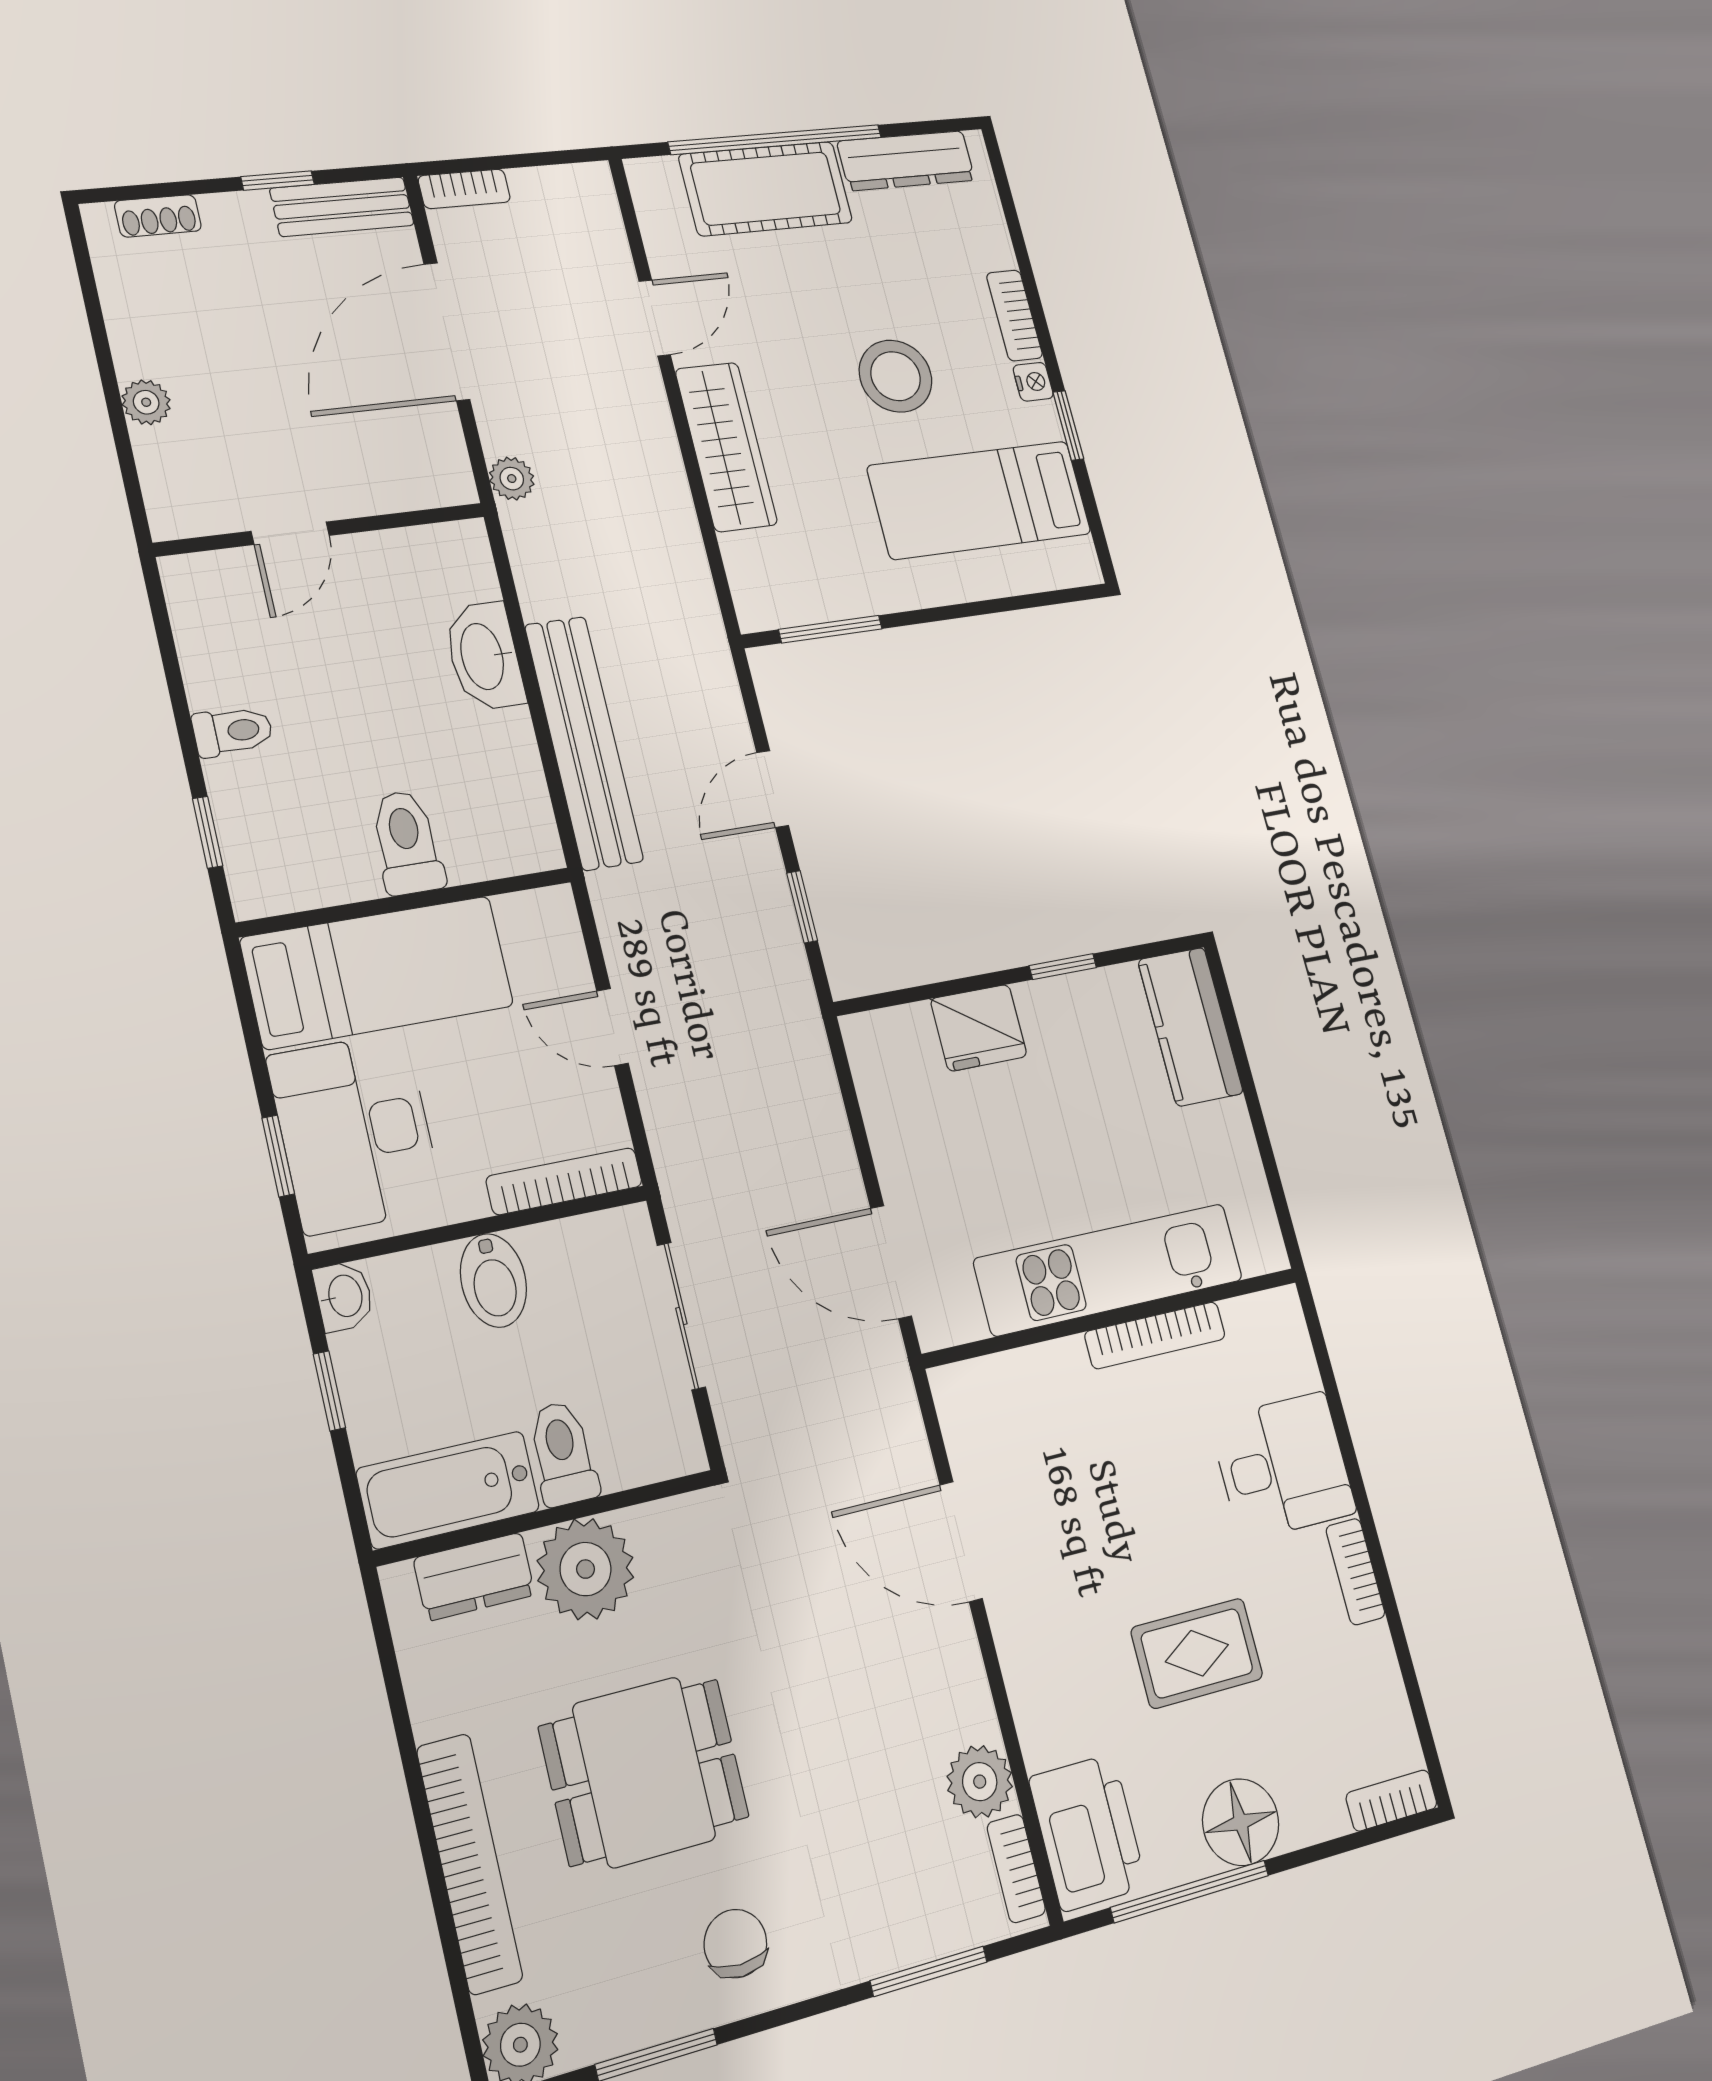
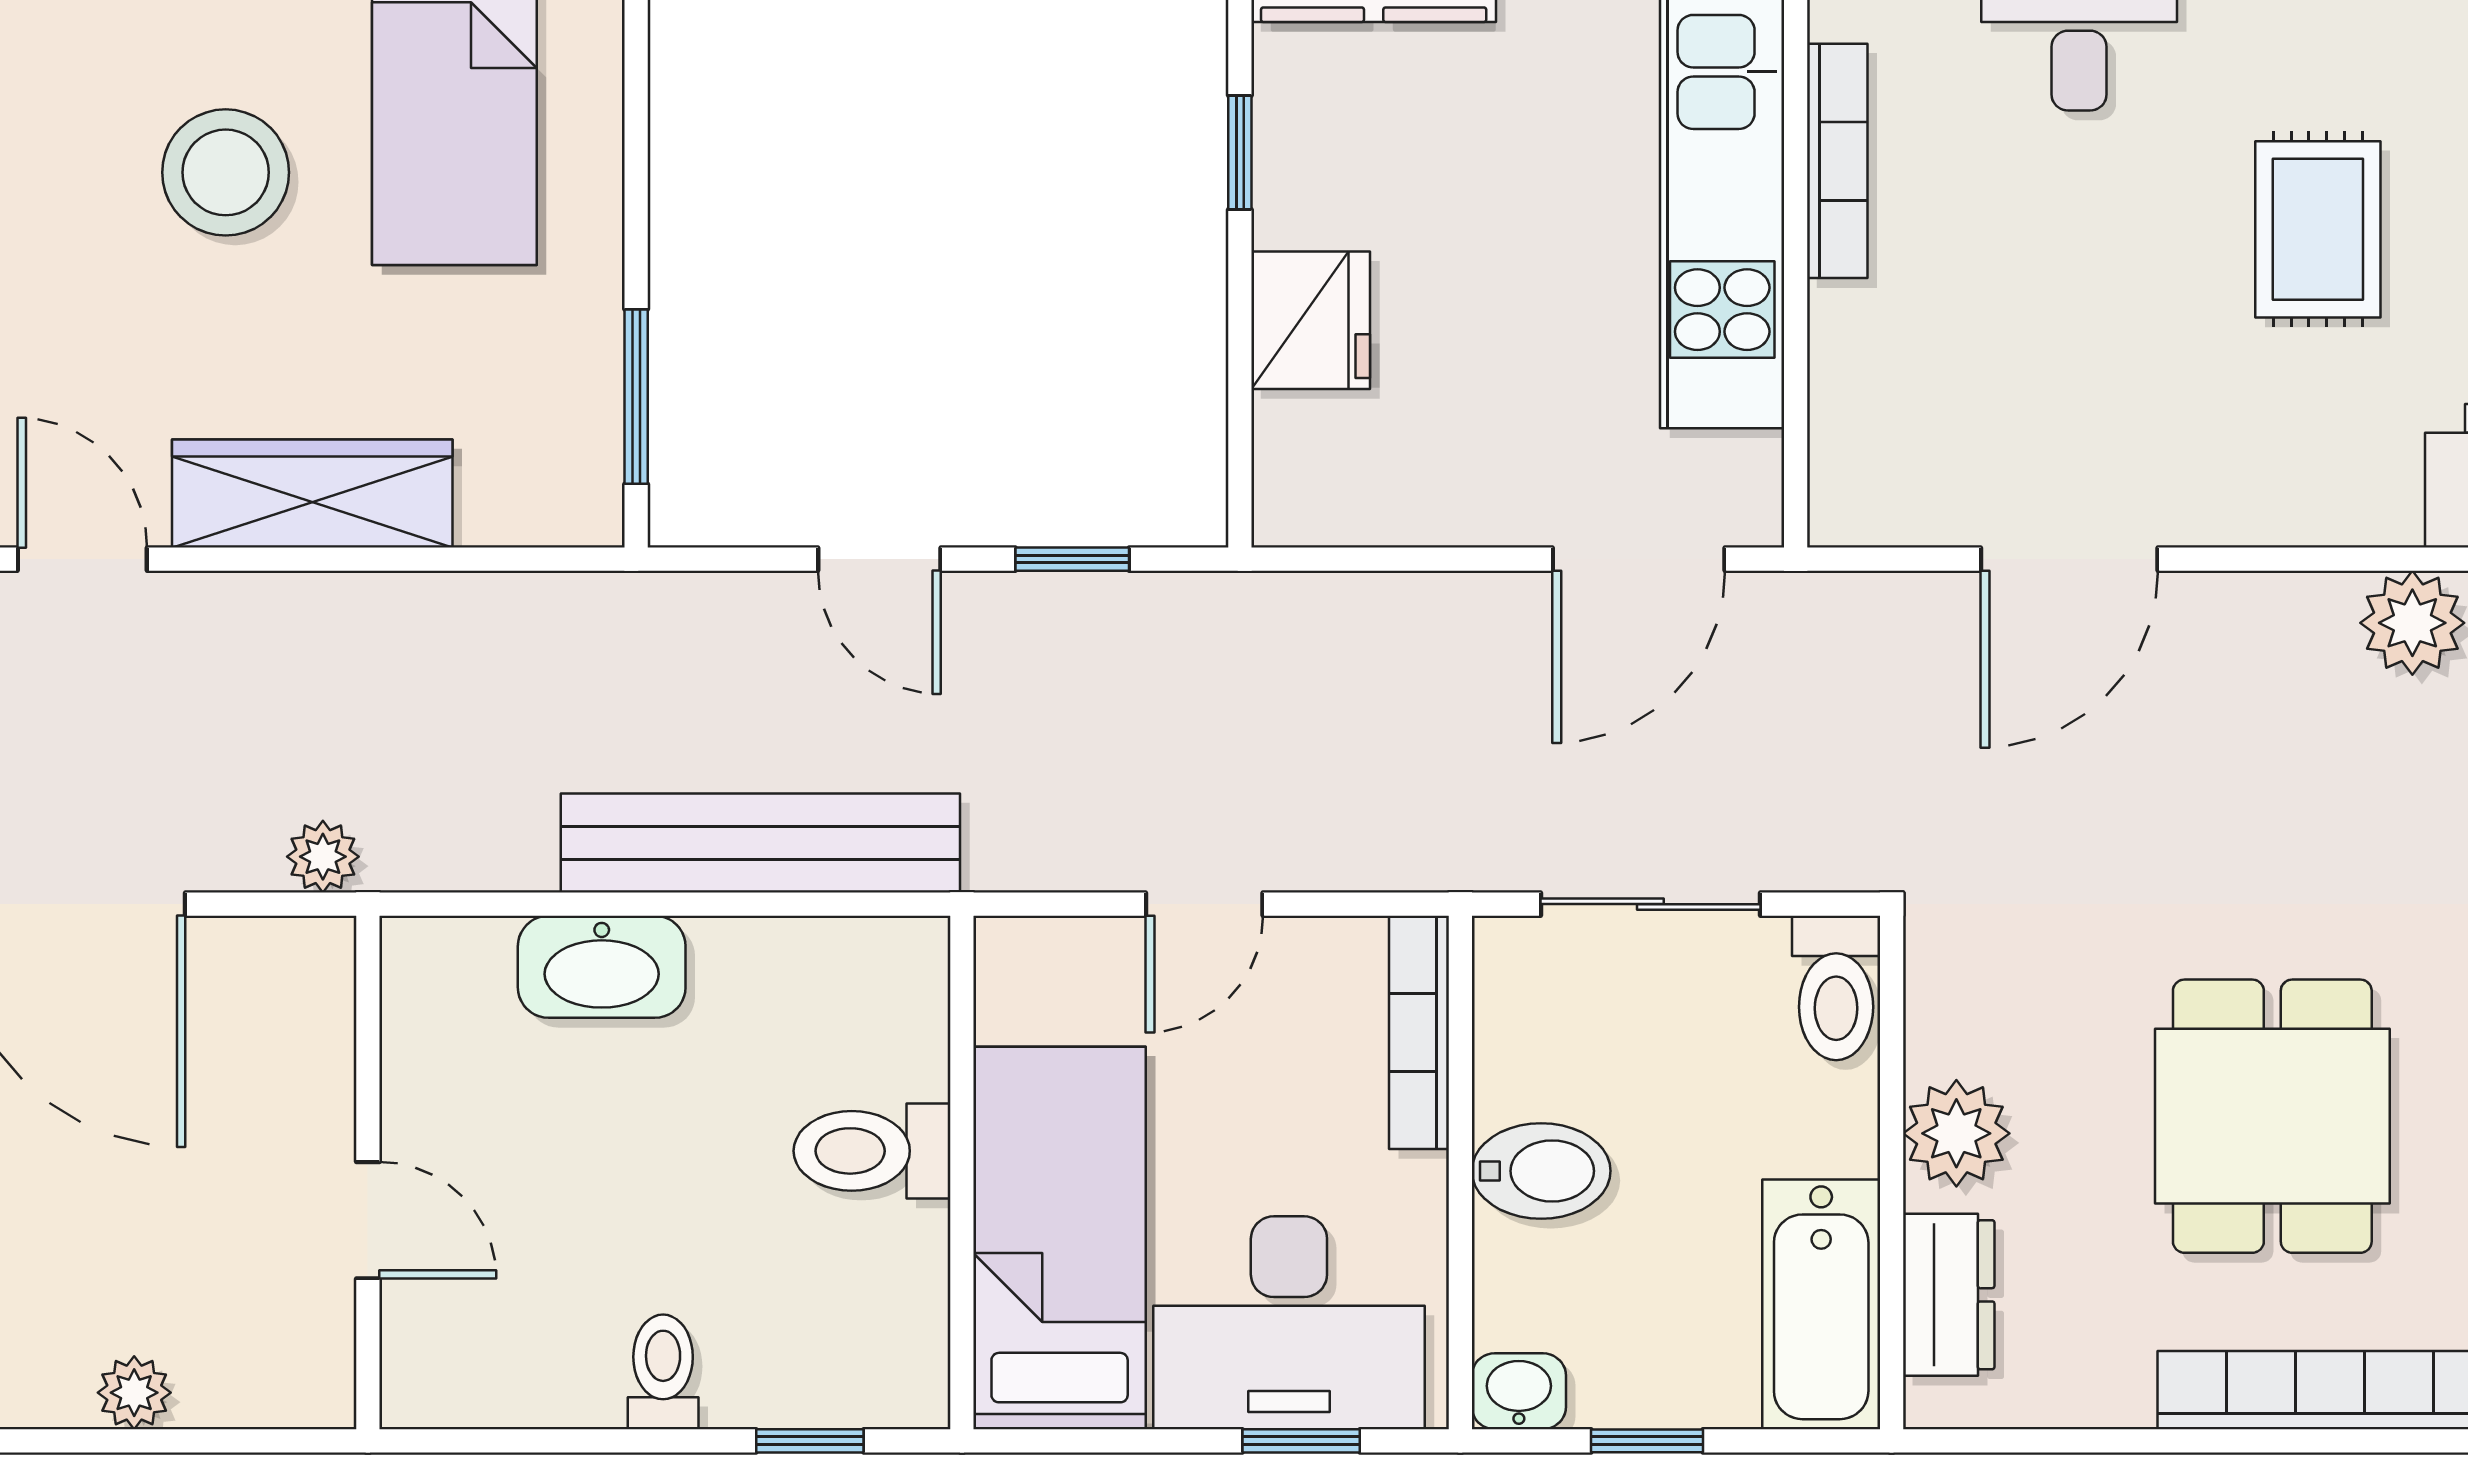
toilet: (563, 1453) -> (1836, 988), moved, turned -90
plant: (586, 1569) -> (1956, 1133), width x0.73, depth x0.73

